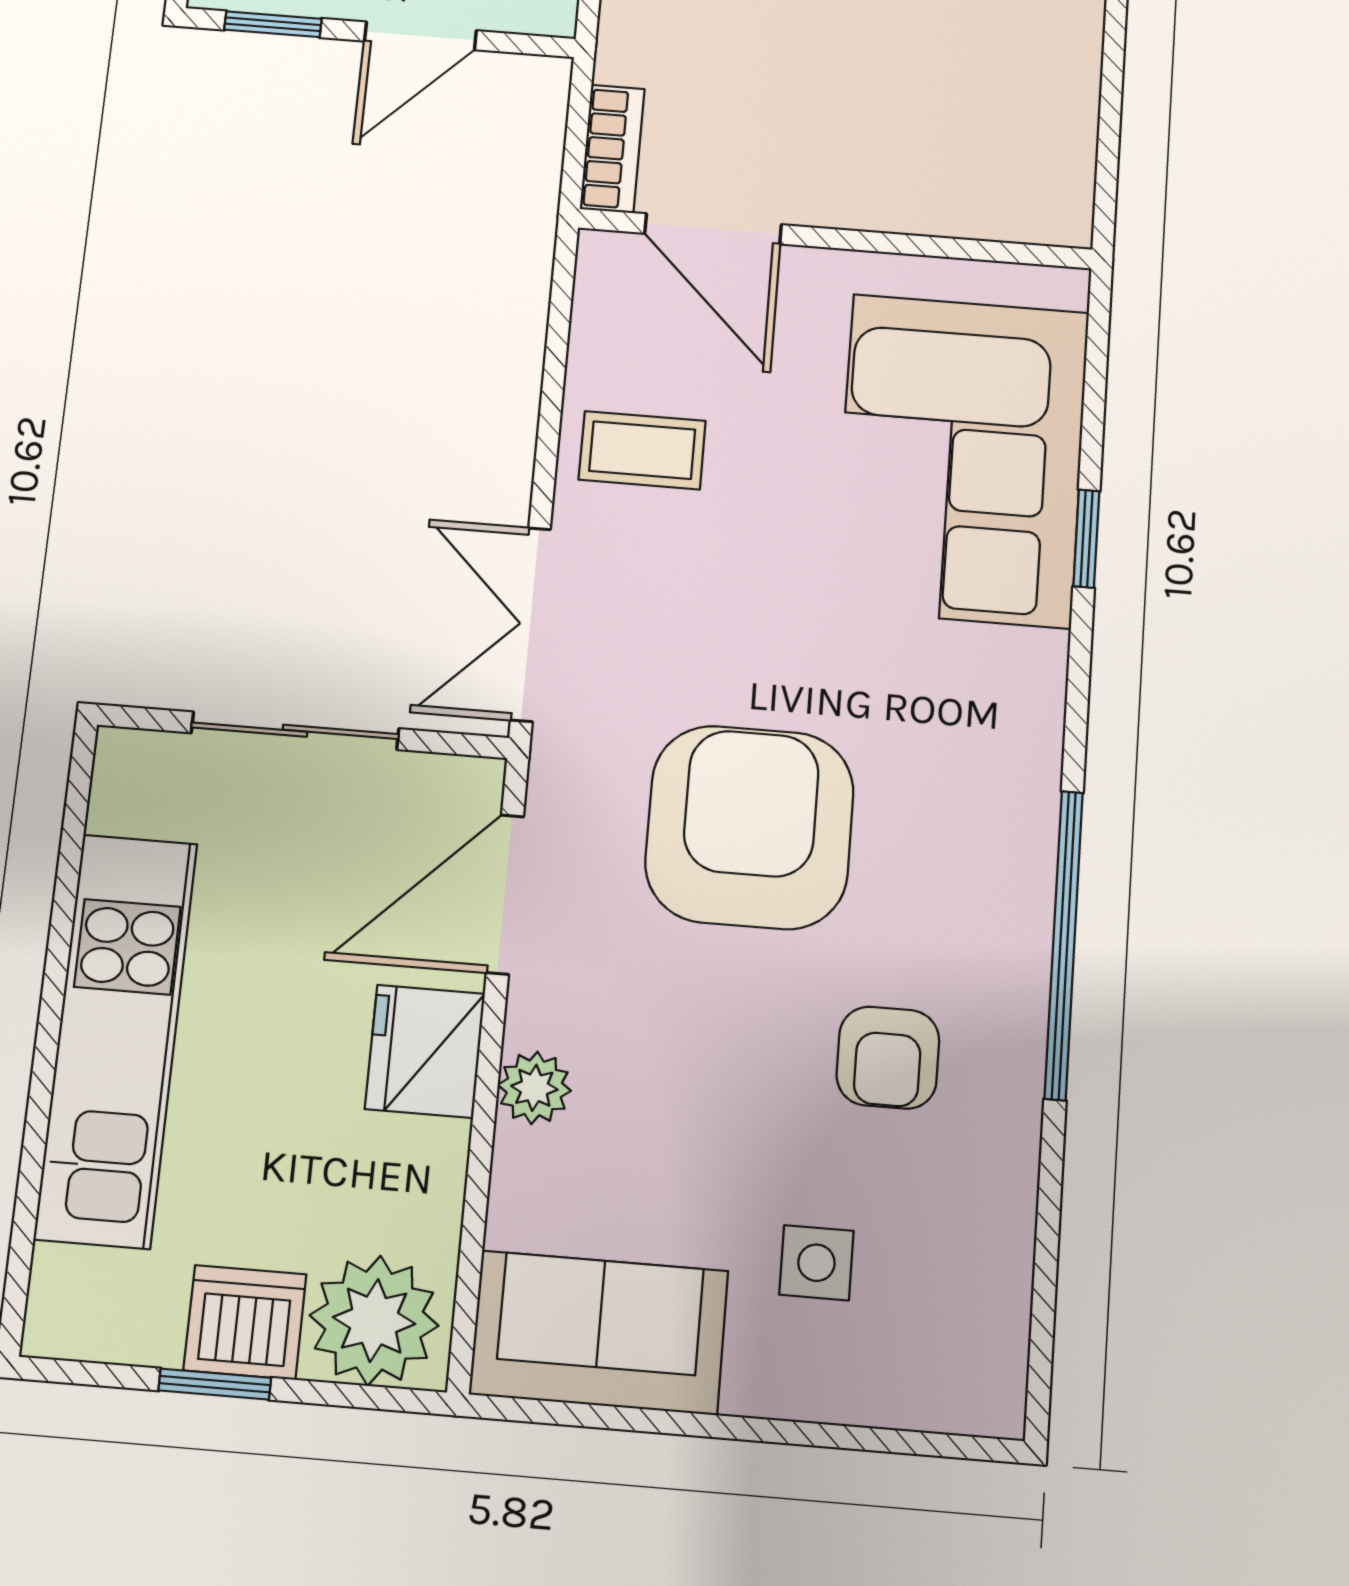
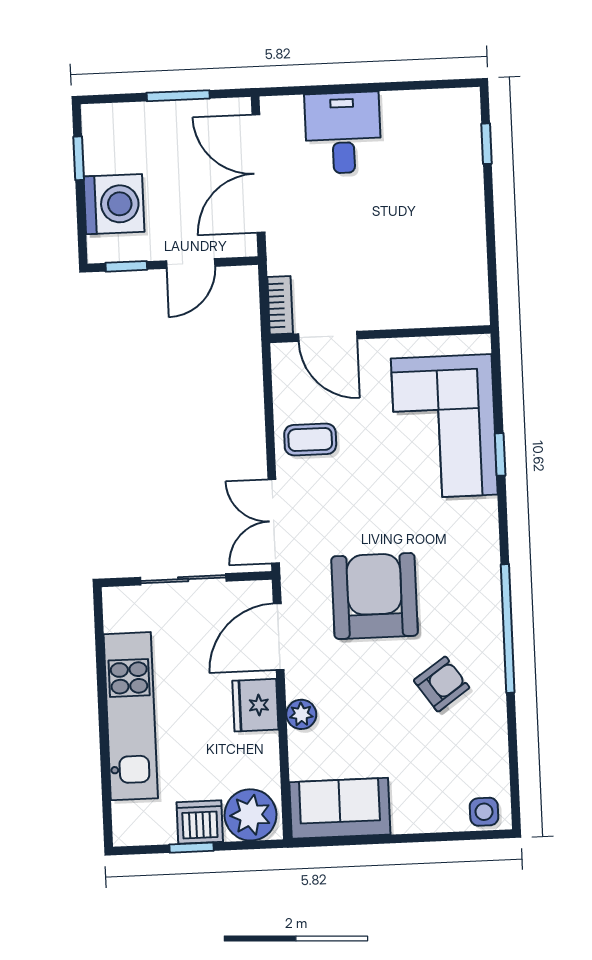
armchair: (888, 1058) -> (442, 684), turned -125
side table: (816, 1263) -> (484, 812), moved

